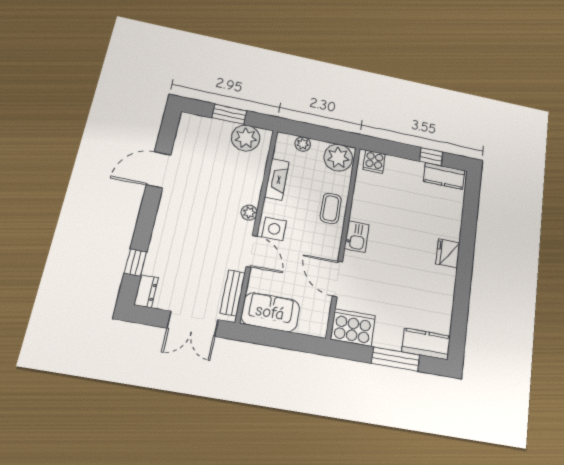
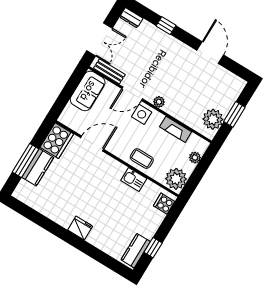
kitchen sink: (357, 237) -> (134, 180), moved
window: (136, 262) -> (166, 26), moved
double door: (193, 324) -> (99, 39), swing flipped
kitchen counter: (426, 344) -> (38, 167), moved

